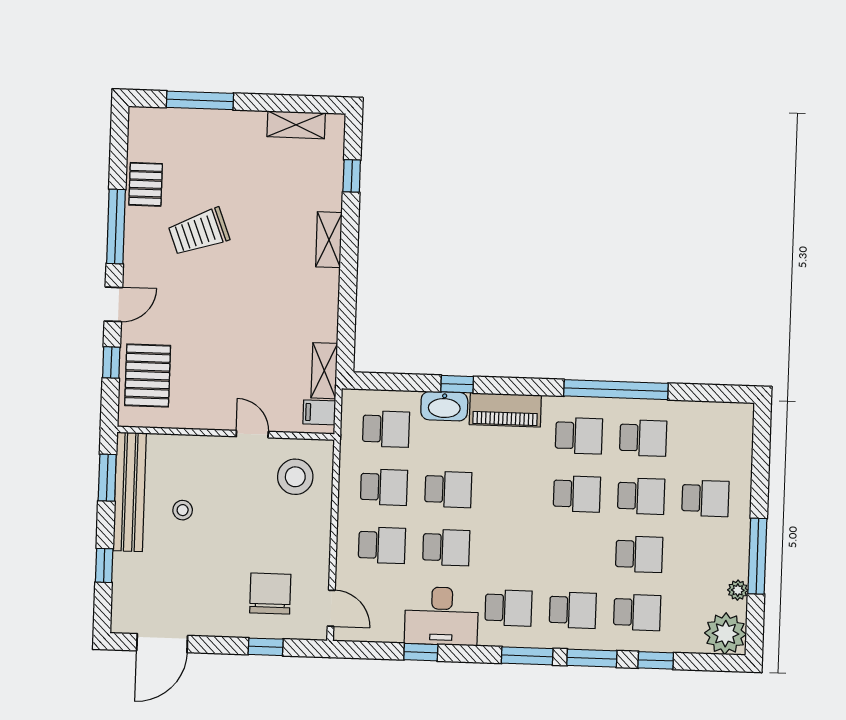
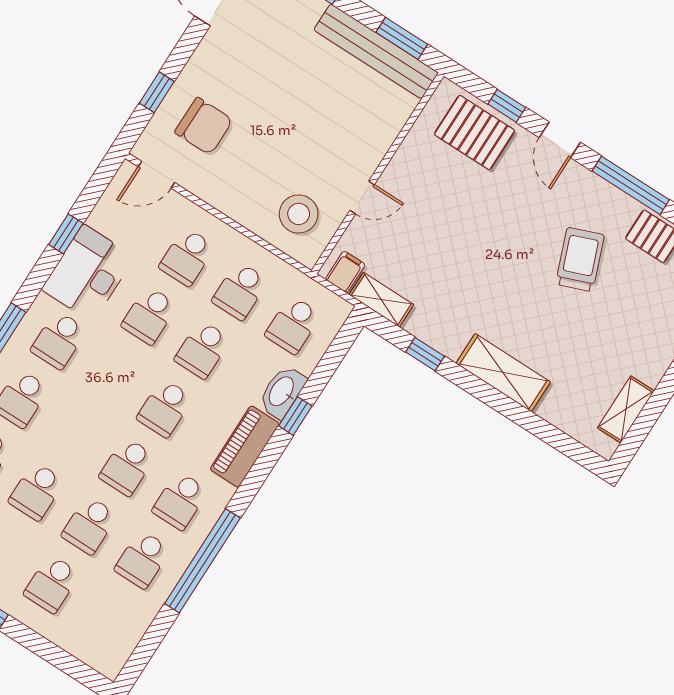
window: (352, 176) -> (425, 354), moved
shelving: (329, 240) -> (503, 373), width x1.50, depth x1.33
school desk: (513, 492) -> (165, 408), added
stool: (183, 510) -> (330, 91), removed

